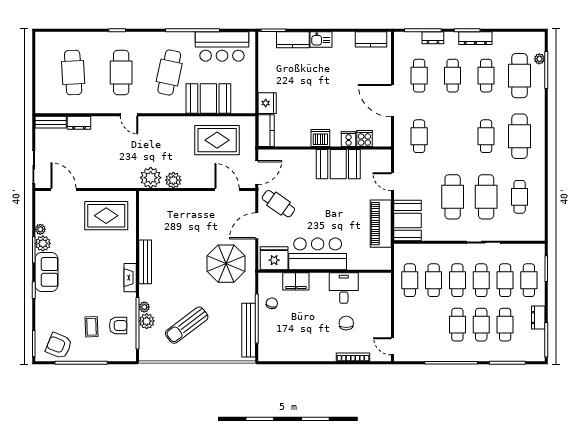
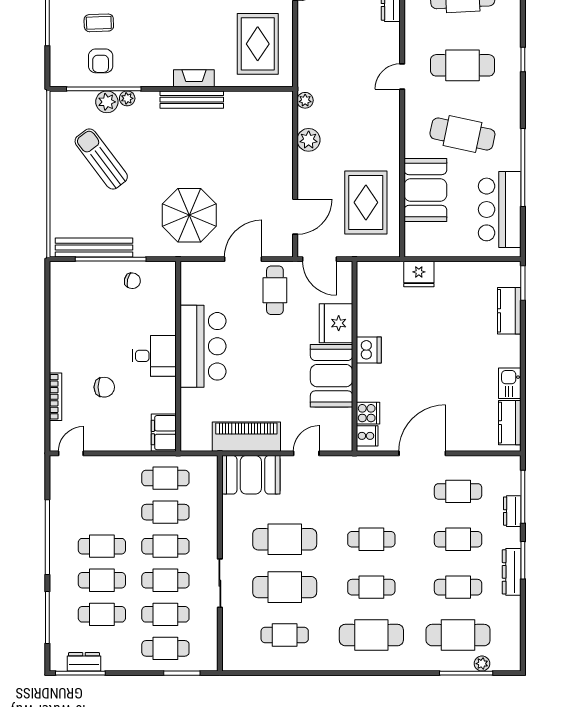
kitchen sink: (321, 39) -> (510, 383), moved
kitchen counter: (266, 131) -> (379, 273), removed
cafe table: (419, 136) -> (371, 539), moved
cooker: (349, 139) -> (367, 436), moved
plant: (151, 178) -> (305, 100), width x0.53, depth x0.53
cafe table: (278, 204) -> (275, 290), turned -35
door: (257, 226) -> (243, 259), hinge flipped
fridge: (274, 258) -> (336, 323), moved, turned 180
fireplace: (130, 278) -> (194, 78), moved
filing cabinet: (296, 281) -> (164, 433), moved
desk: (344, 288) -> (154, 356), moved
dresser: (538, 318) -> (84, 662), moved

